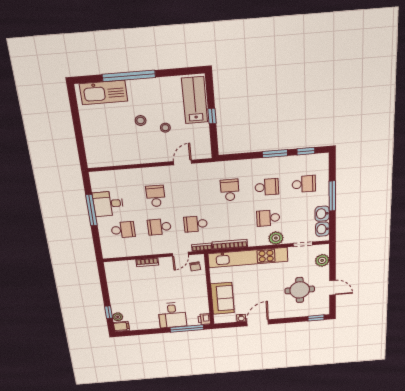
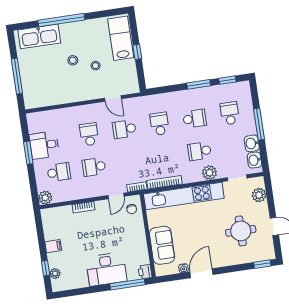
window: (79, 133) -> (17, 76), added
door: (183, 162) -> (113, 98), swing flipped
school desk: (304, 184) -> (230, 113), turned -90
window: (91, 210) -> (28, 153), width x0.69
school desk: (196, 224) -> (124, 129), moved
plant: (109, 252) -> (45, 198), added
desk: (172, 315) -> (106, 269), width x1.37
filing cabinet: (121, 326) -> (53, 246), moved

